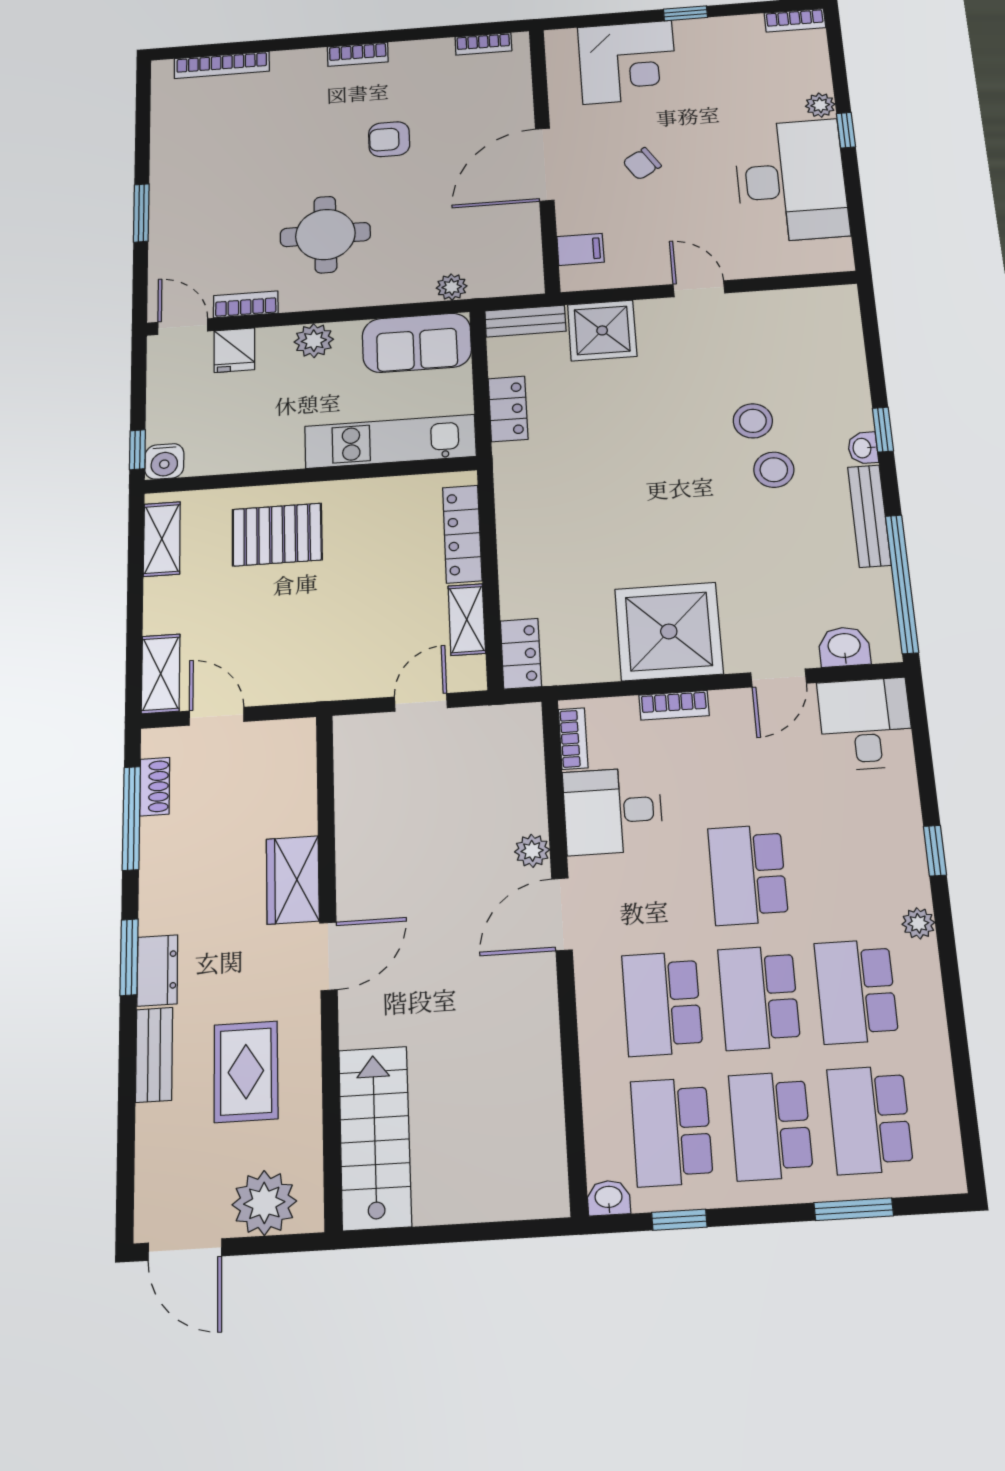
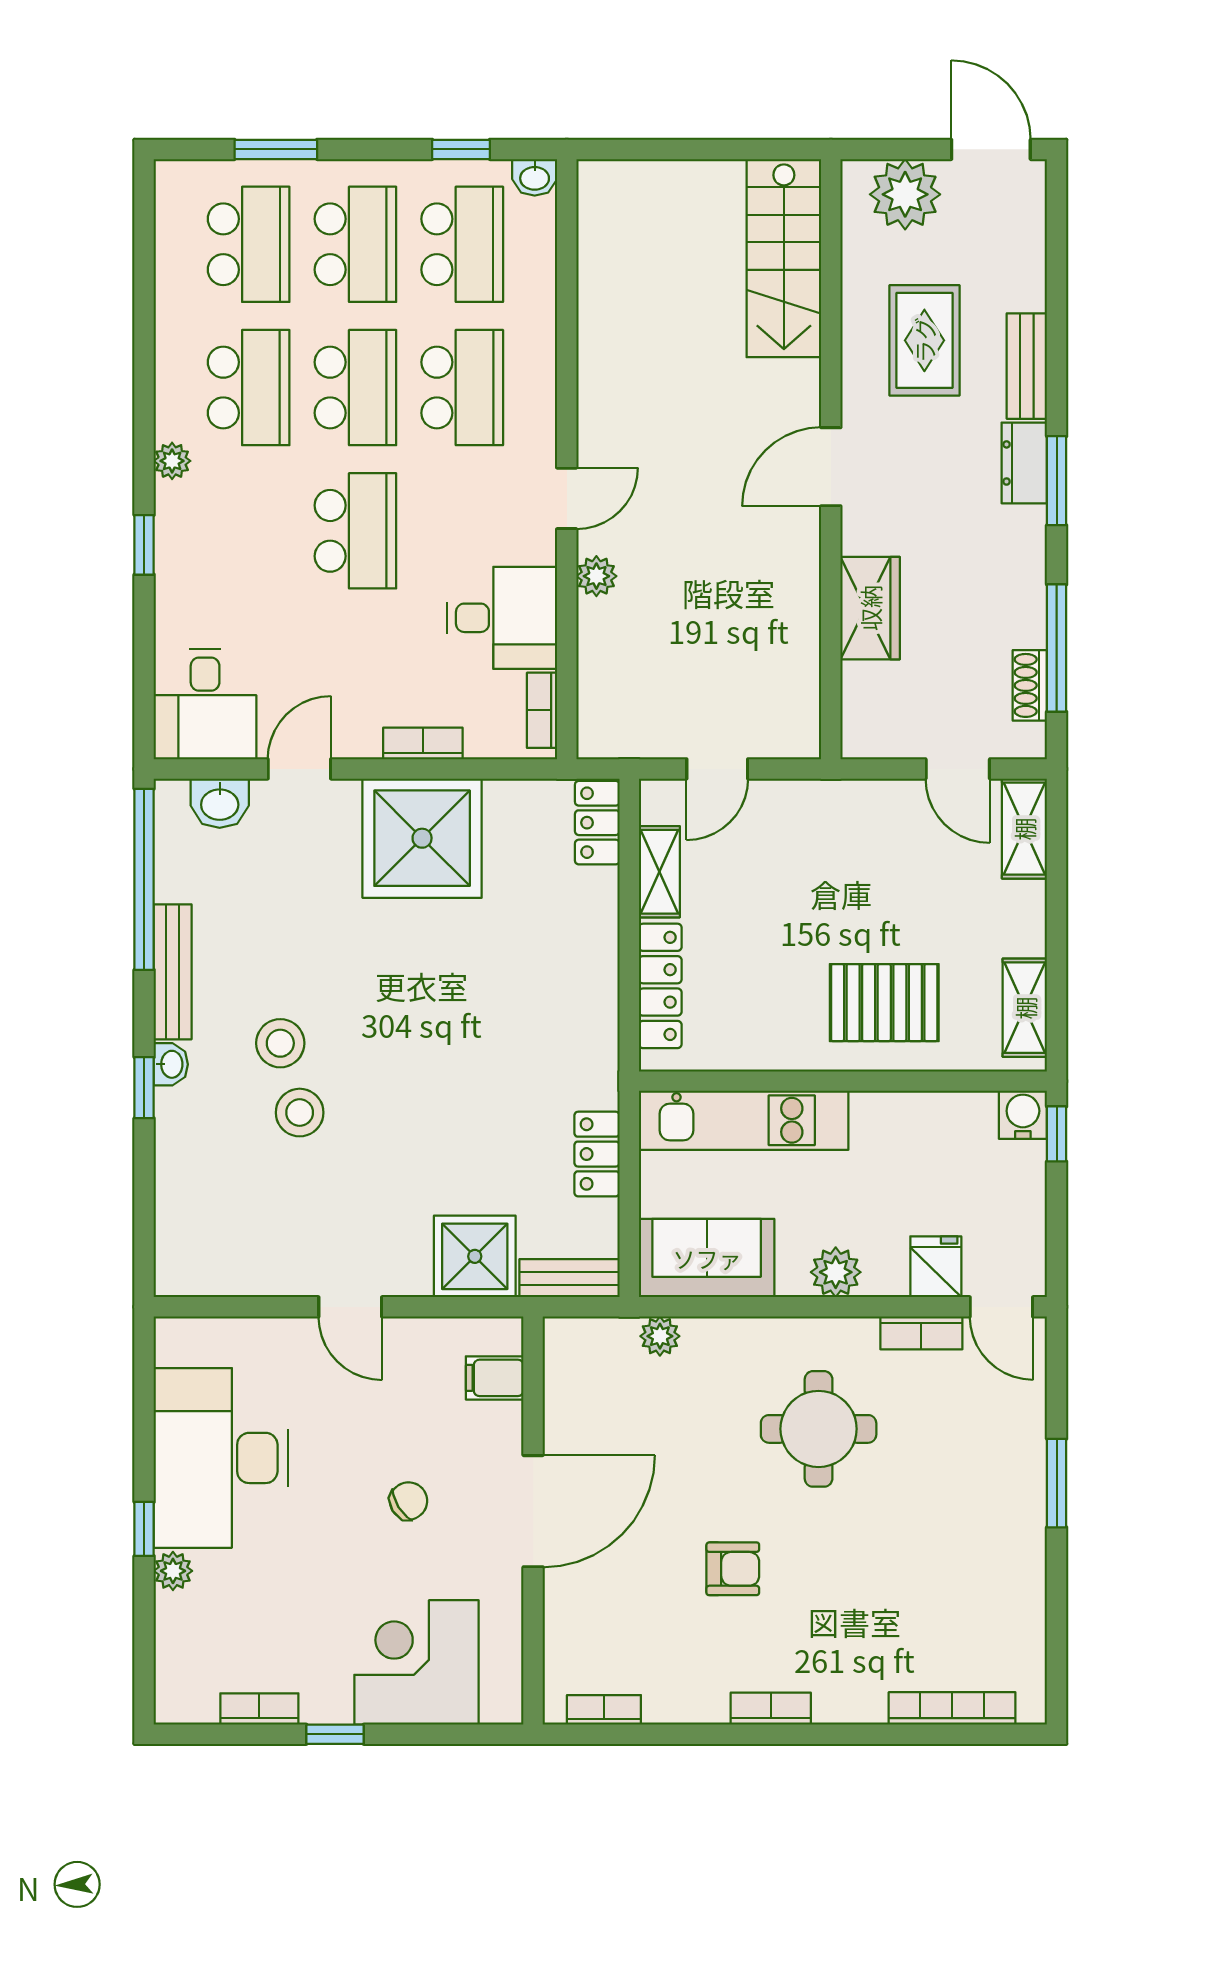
bookcase: (795, 20) -> (259, 1709), moved
wardrobe: (293, 880) -> (870, 608), moved
door: (562, 914) -> (567, 498), width x0.73

